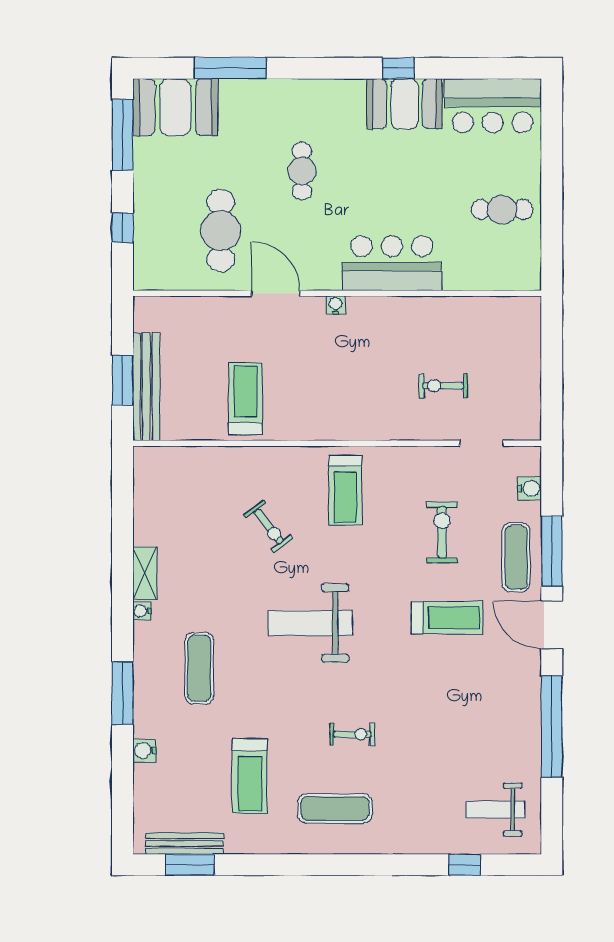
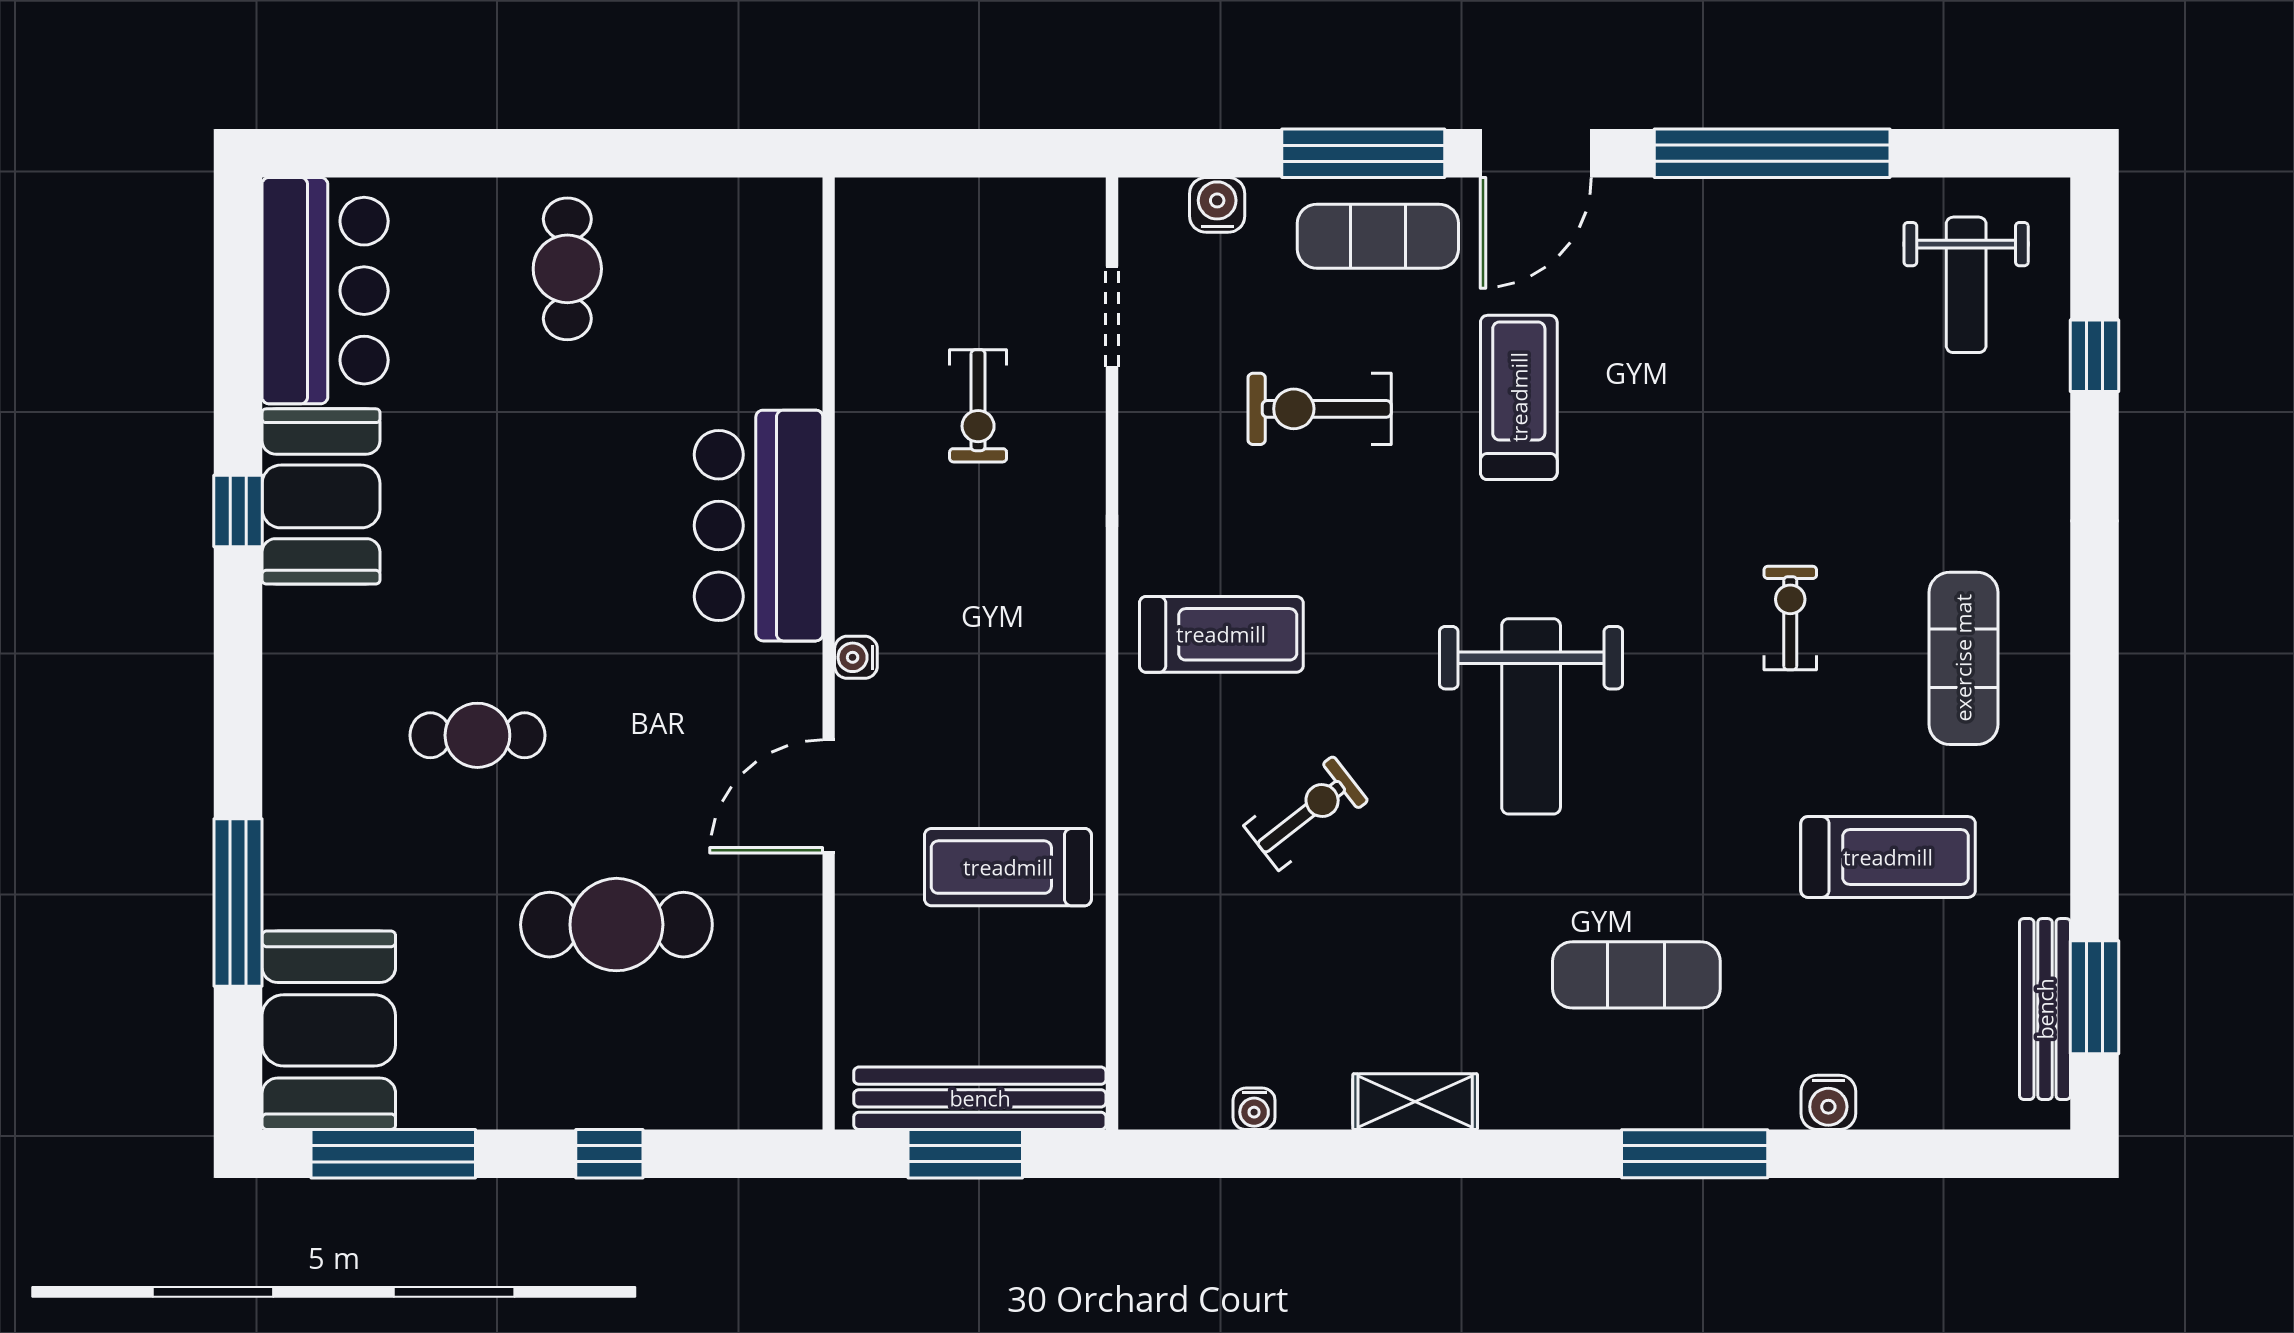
bar counter: (392, 263) -> (759, 526), moved
door: (276, 293) -> (829, 796), moved
wall: (337, 293) -> (829, 653), moved
water cooler: (335, 305) -> (856, 657), moved
water cooler: (142, 611) -> (1254, 1109), moved

